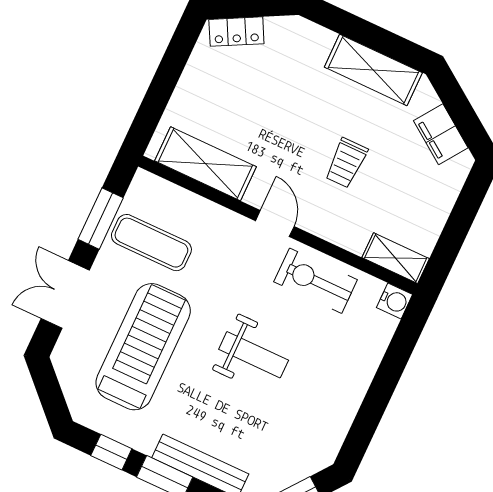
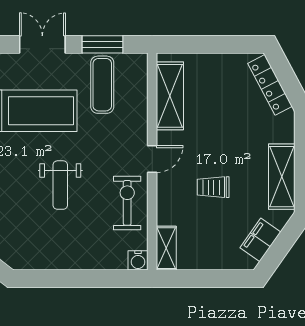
locker: (236, 32) -> (270, 85), width x1.53

